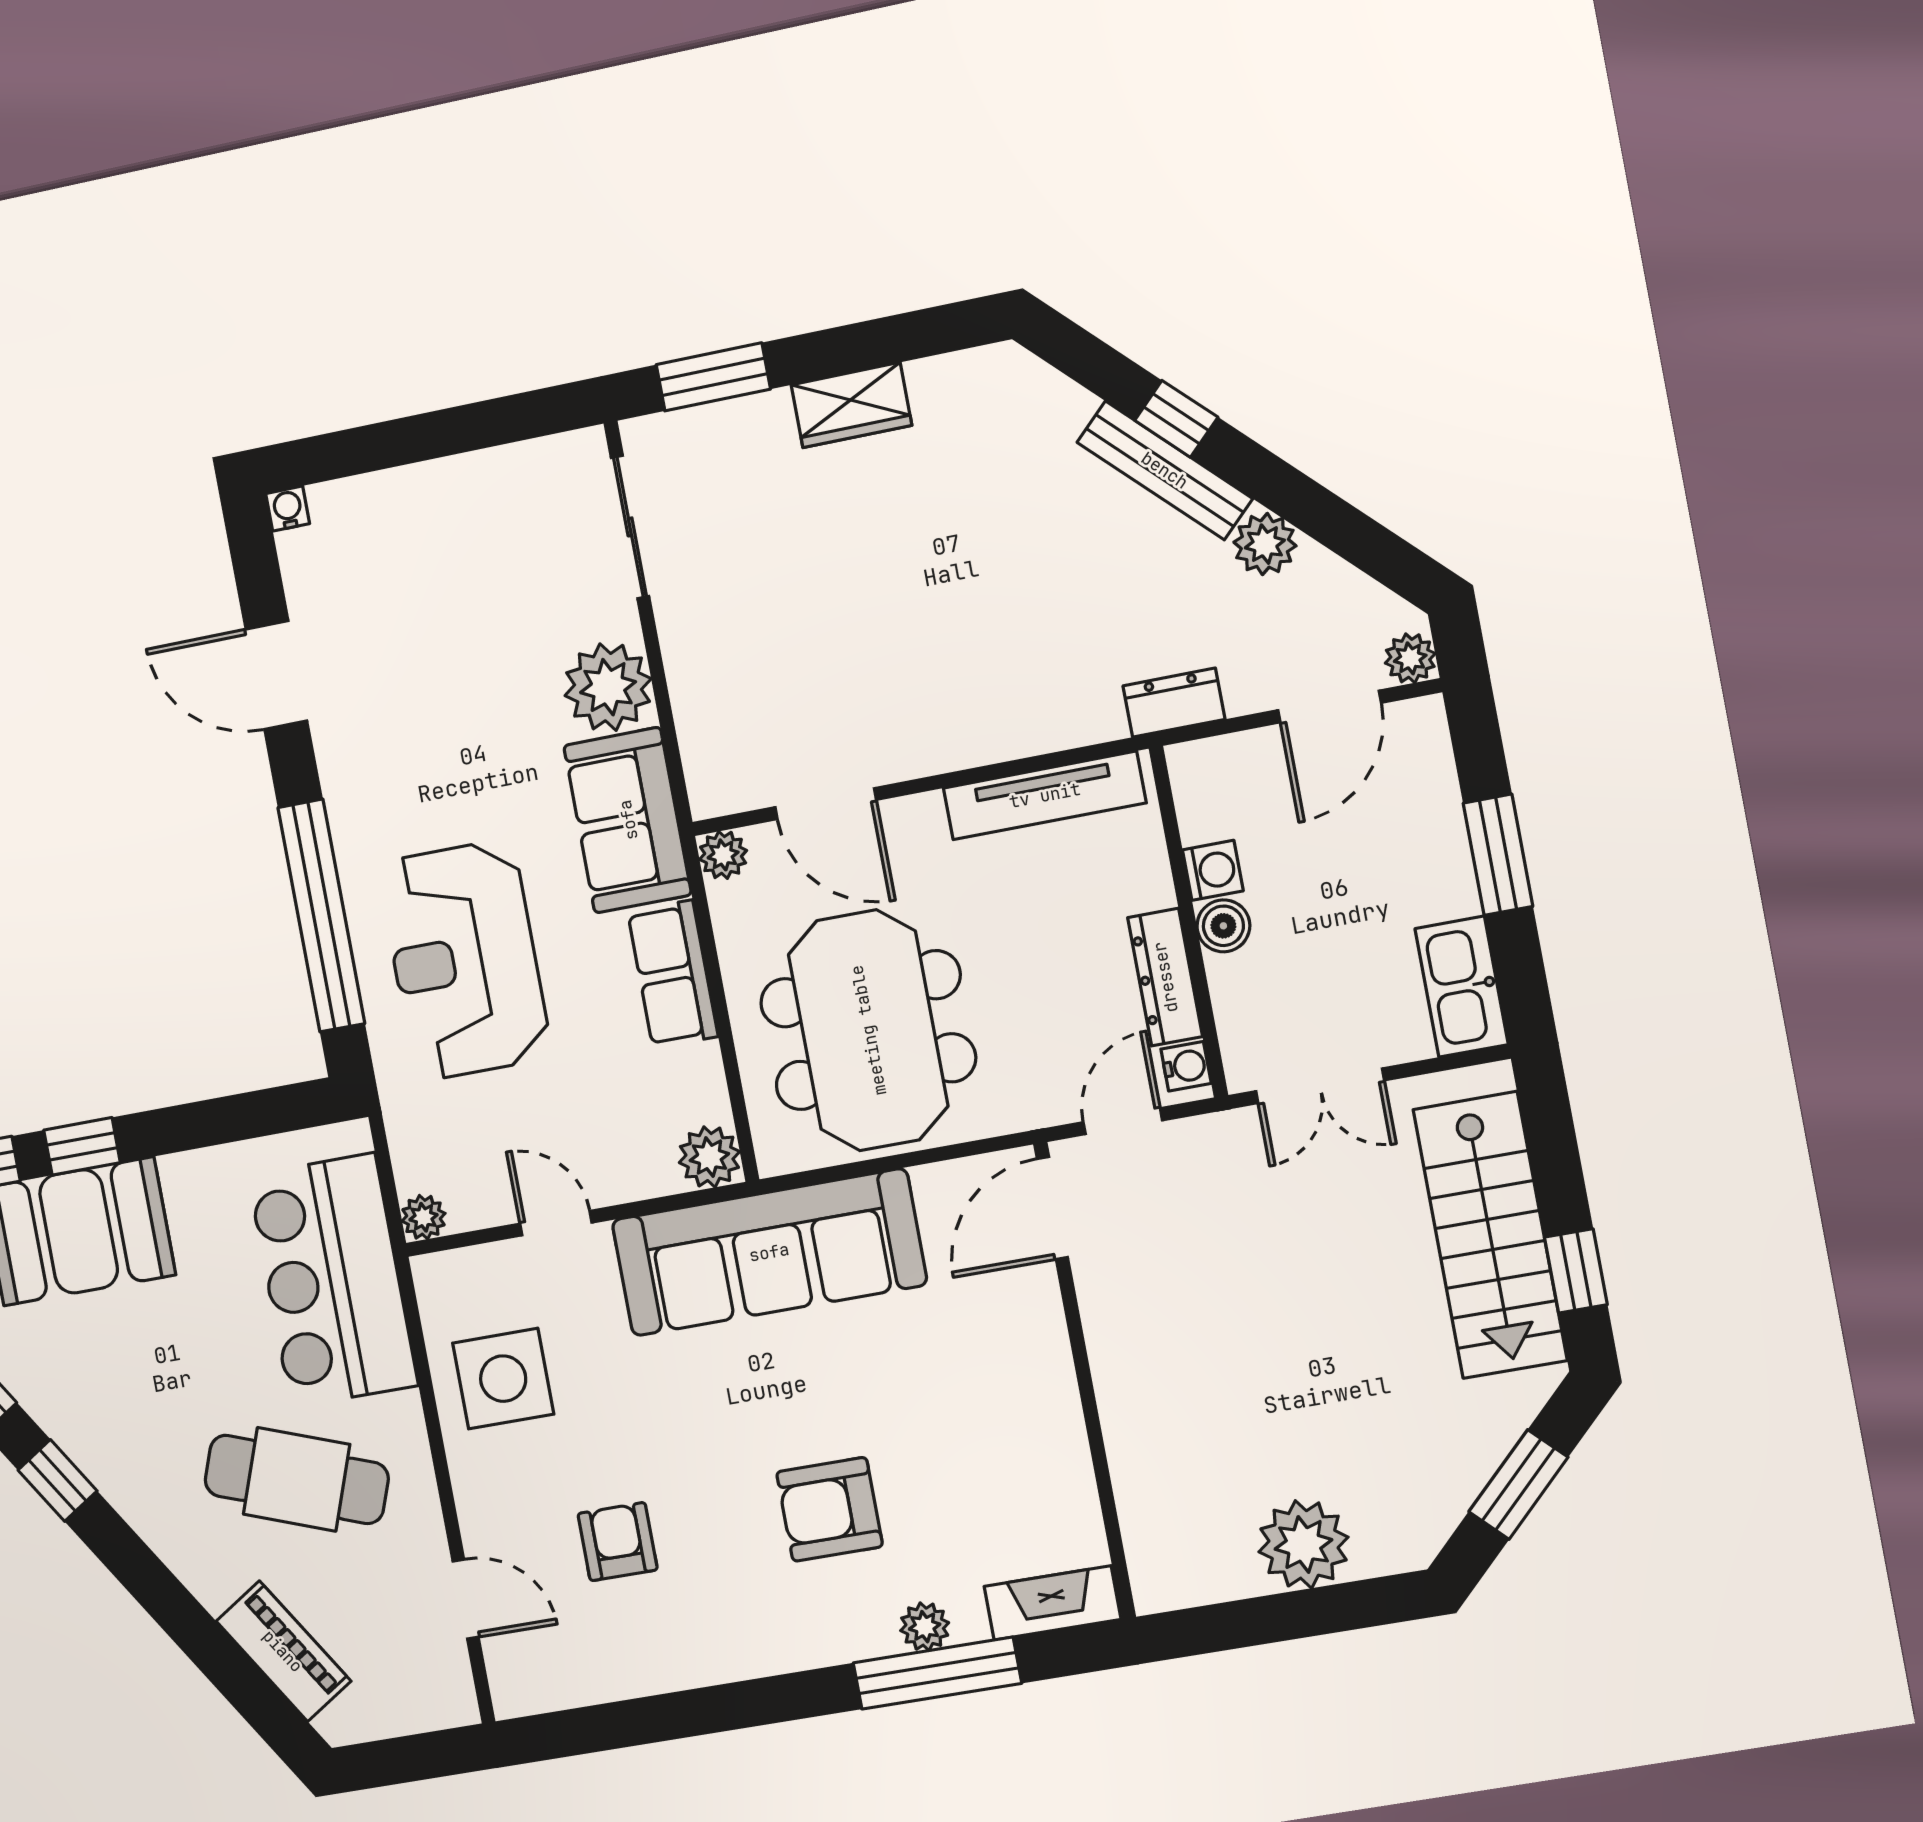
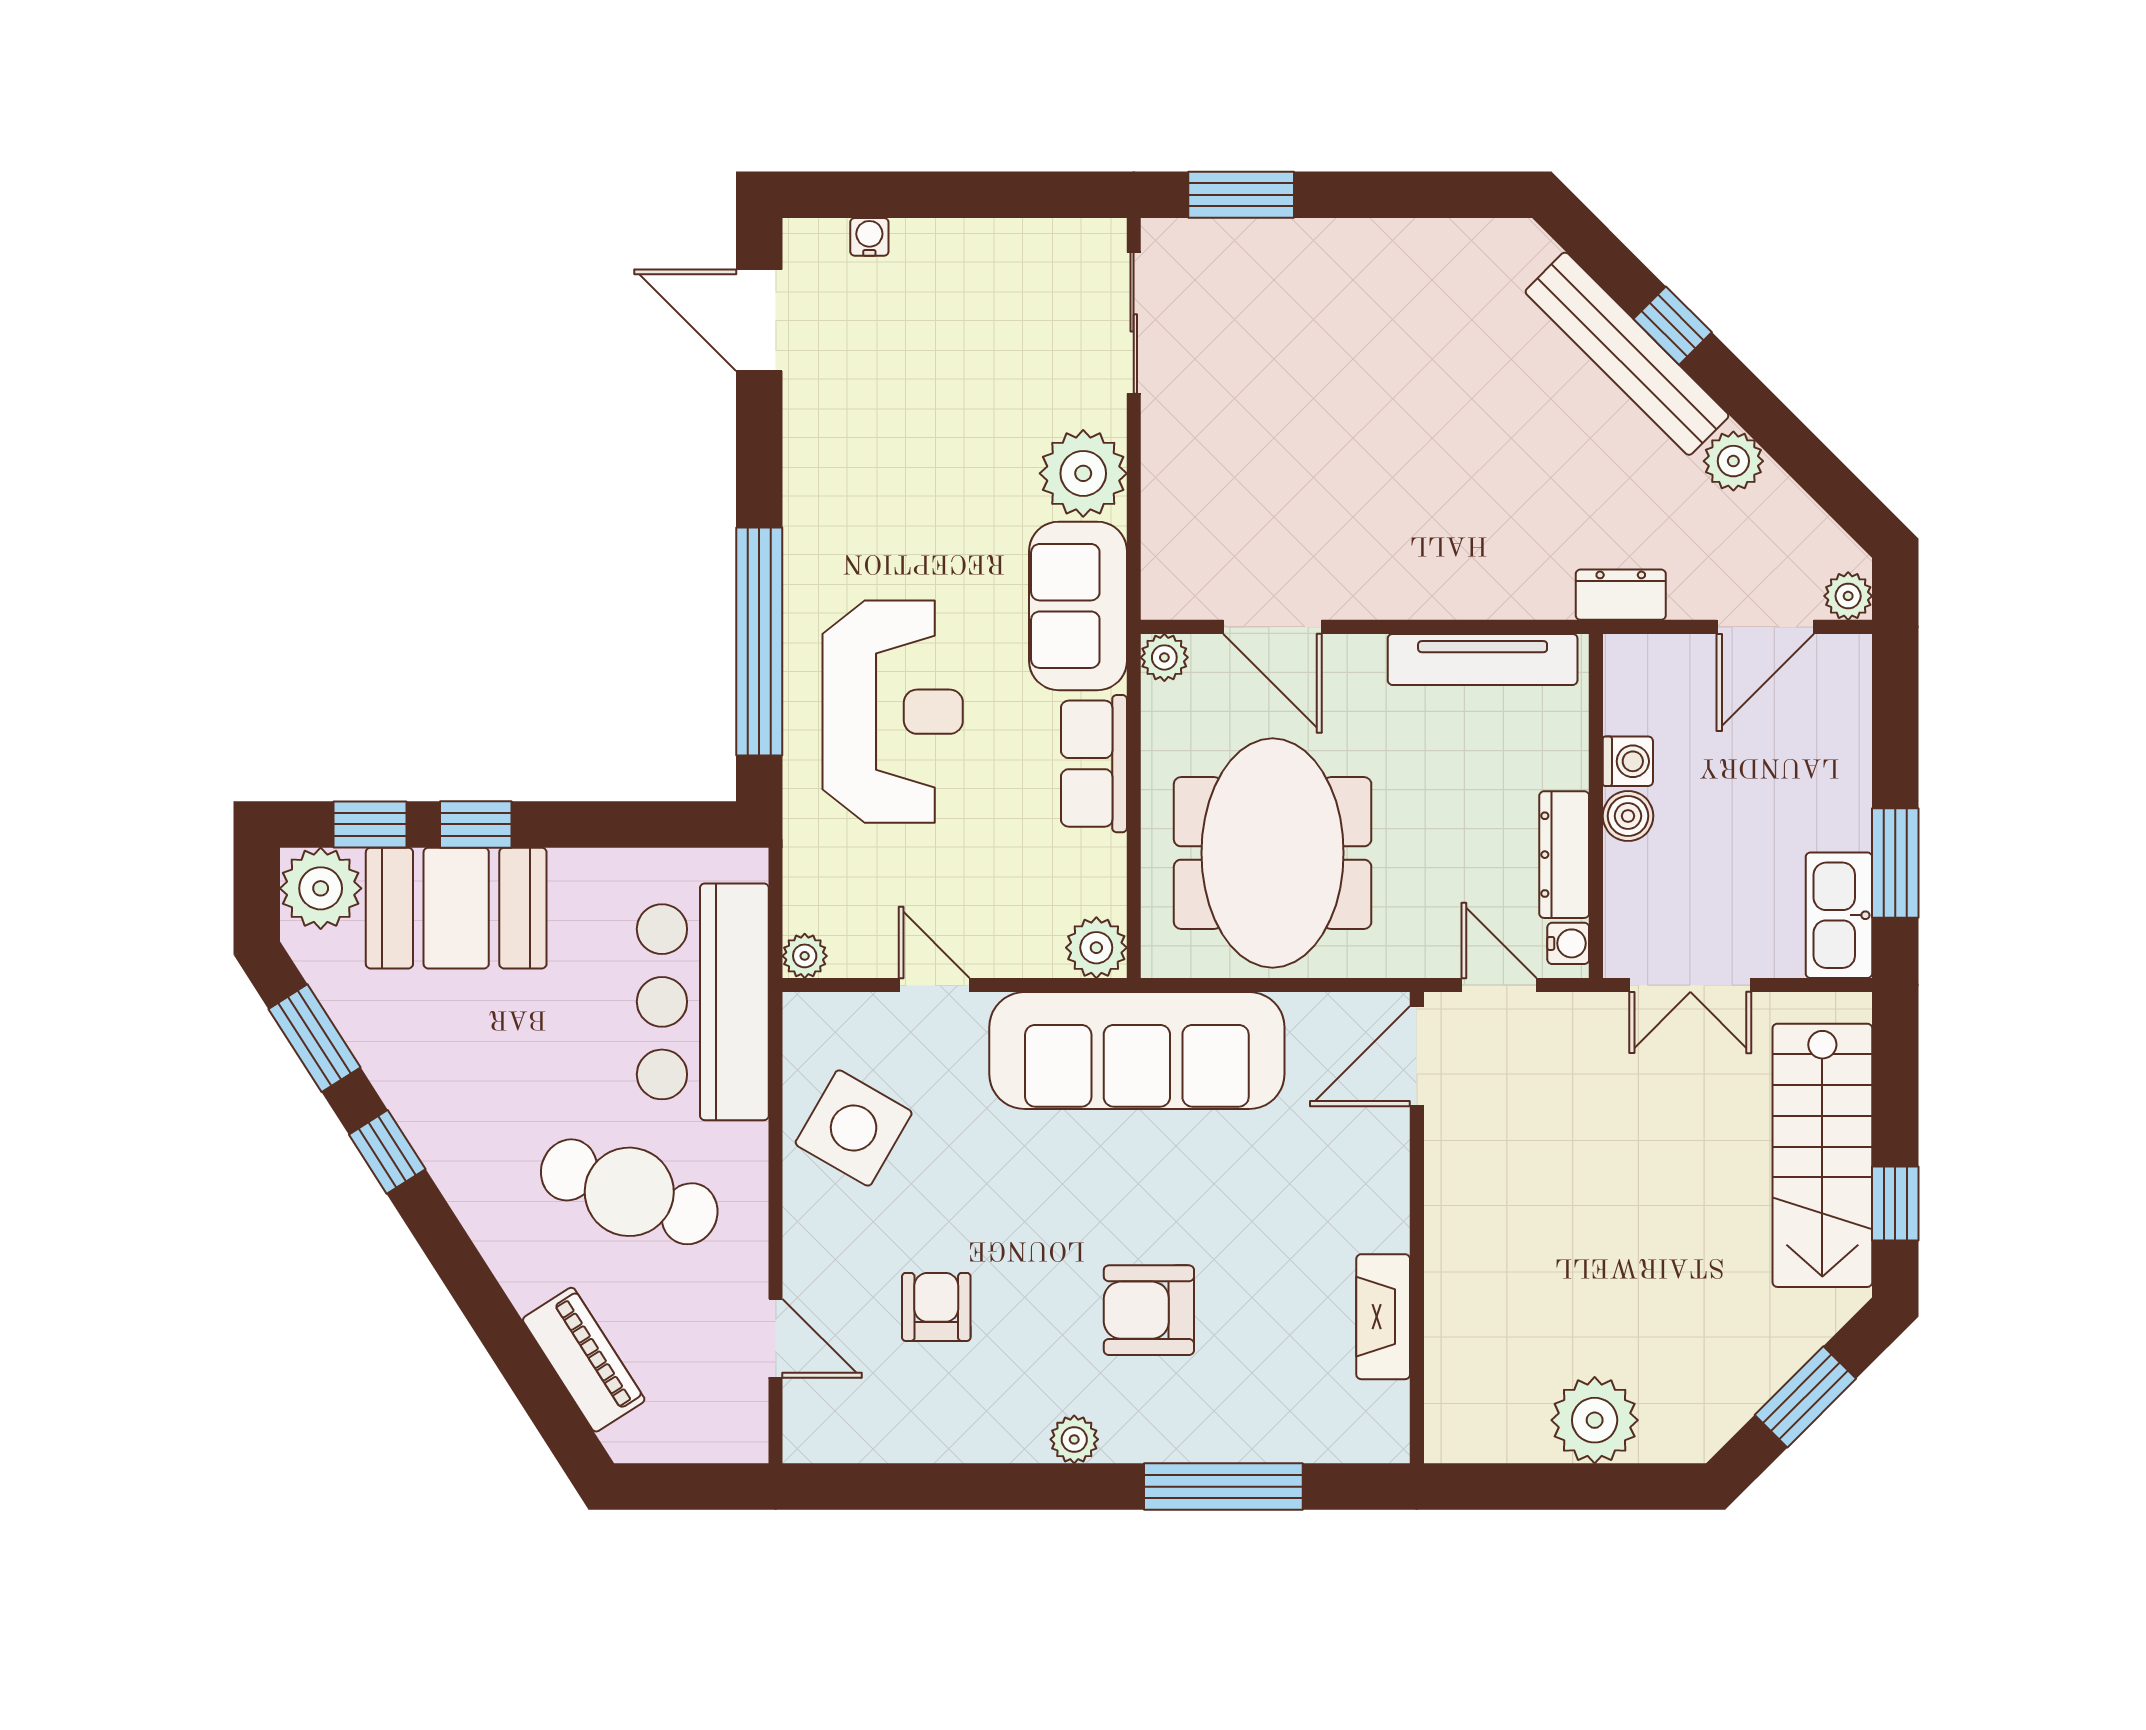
wardrobe: (851, 405) -> (1368, 249), removed
bench: (1165, 470) -> (1627, 354), width x1.37, depth x1.21
water cooler: (288, 509) -> (869, 237), moved
door: (276, 675) -> (759, 320), moved
window: (1498, 855) -> (1895, 863), moved
reception desk: (464, 960) -> (893, 712), turned 180
door: (1123, 1121) -> (1499, 985), hinge flipped
side table: (503, 1379) -> (854, 1128), turned 30
fireplace: (1052, 1603) -> (1383, 1317), moved, turned -90
plant: (925, 1627) -> (1074, 1439), moved

